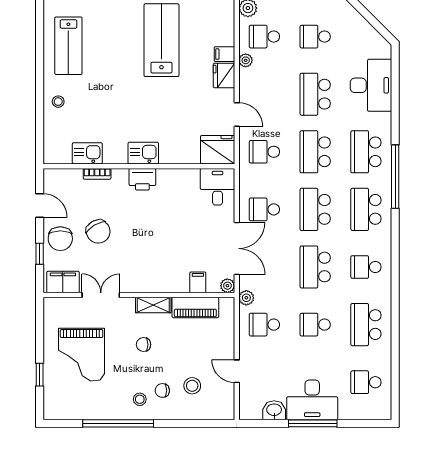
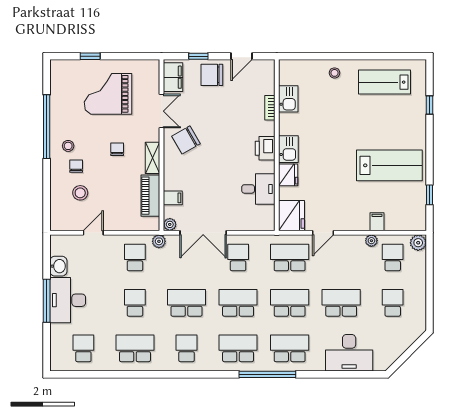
fridge: (224, 76) -> (288, 175), moved, turned 90
school desk: (264, 152) -> (290, 257), width x1.85
desk: (218, 187) -> (258, 189), moved
chair: (98, 232) -> (186, 140), moved

